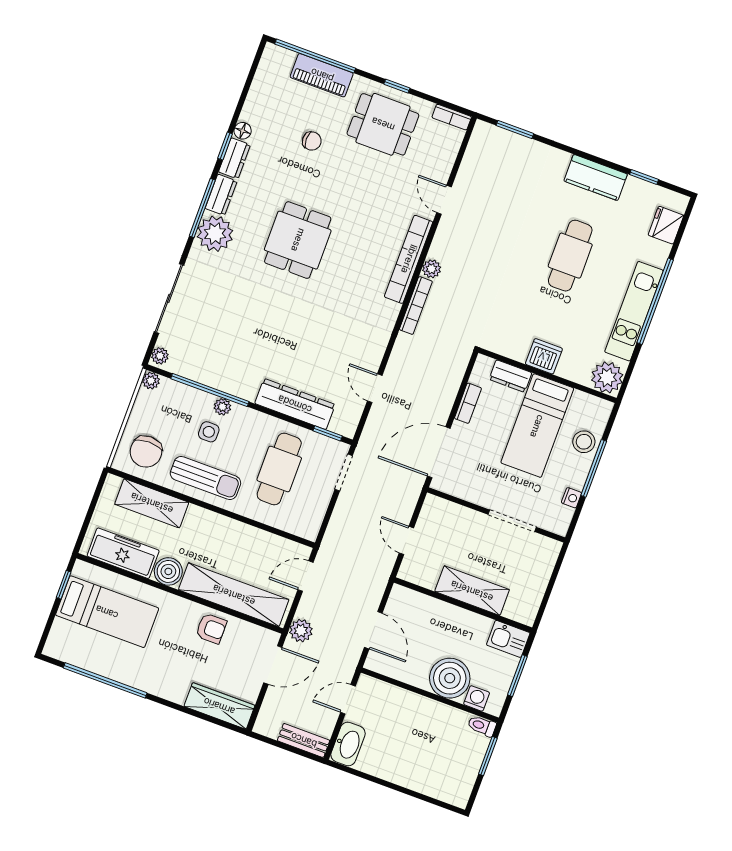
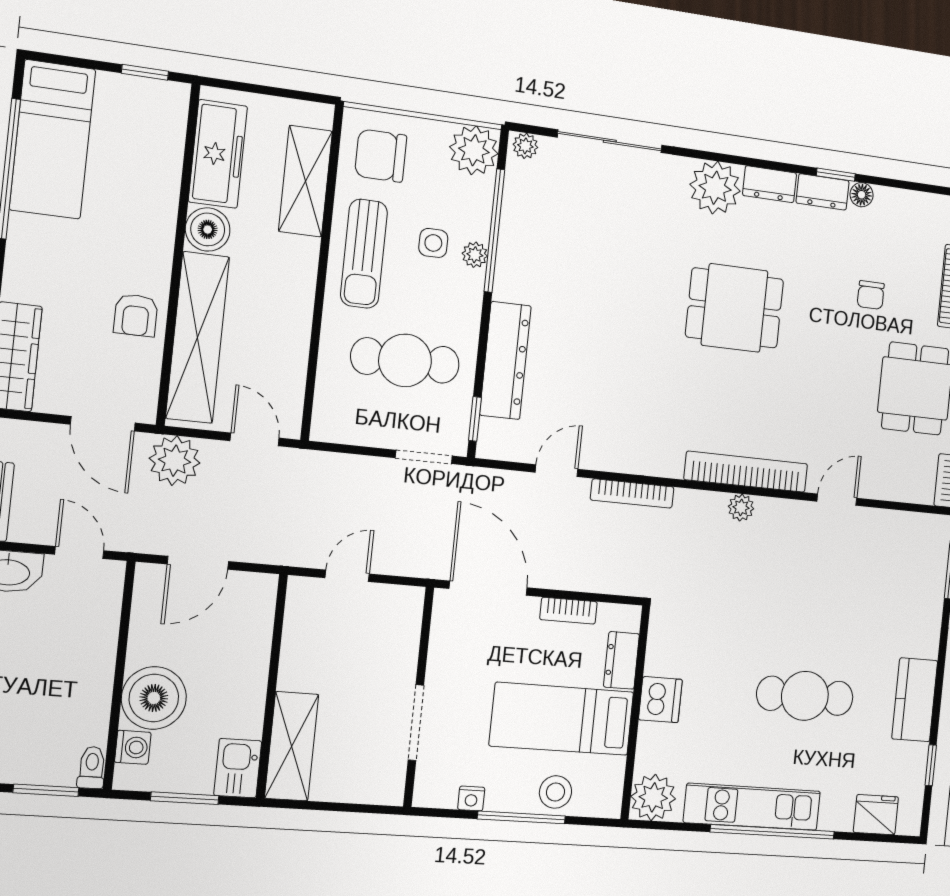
window: (202, 208) -> (745, 161), removed
bookcase: (416, 305) -> (632, 493), moved
plant: (151, 381) -> (474, 150), width x1.88, depth x1.88
shelving: (472, 591) -> (292, 746), moved
bed: (107, 612) -> (53, 139), moved
plant: (301, 631) -> (175, 461), width x1.36, depth x1.36

